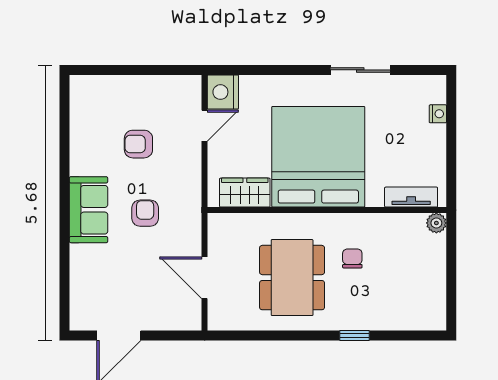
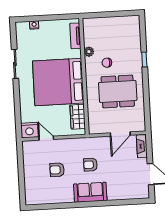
armchair: (138, 144) -> (57, 170), turned 90
plant: (436, 223) -> (89, 52), moved
fireplace: (177, 321) -> (142, 146), added

